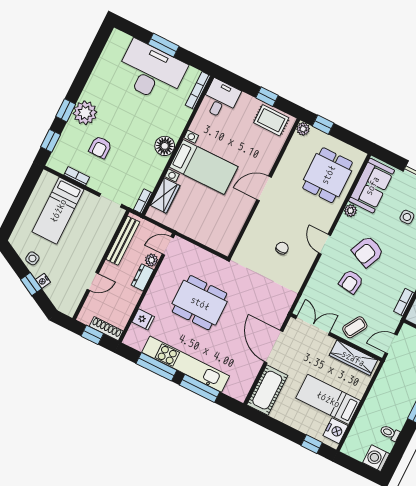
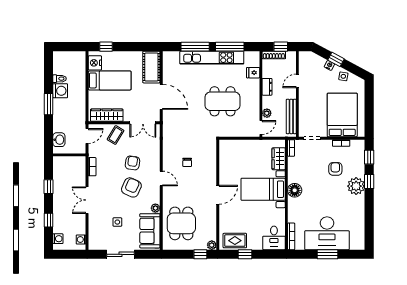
bed: (58, 211) -> (342, 115), width x1.50
dresser: (142, 277) -> (267, 87), moved
washing machine: (376, 458) -> (60, 91), moved

